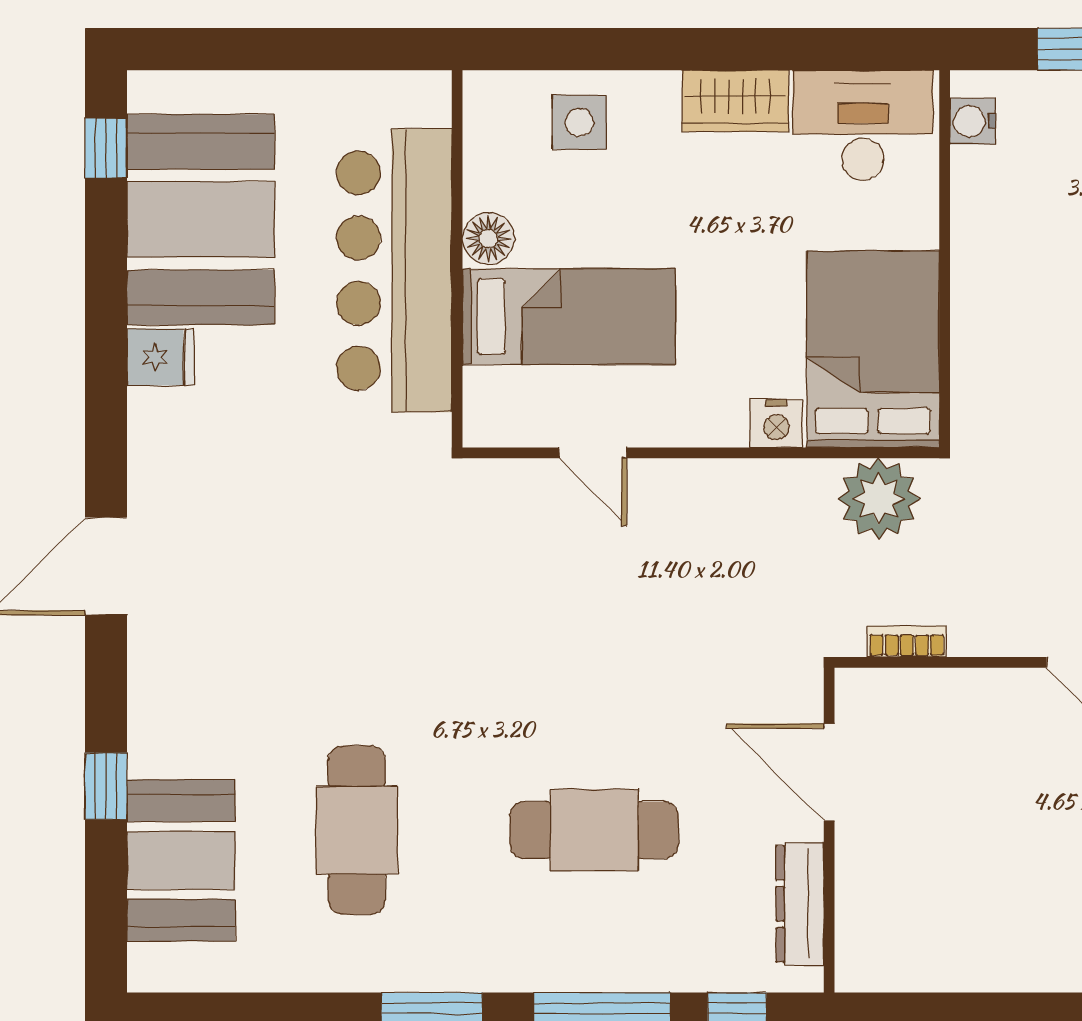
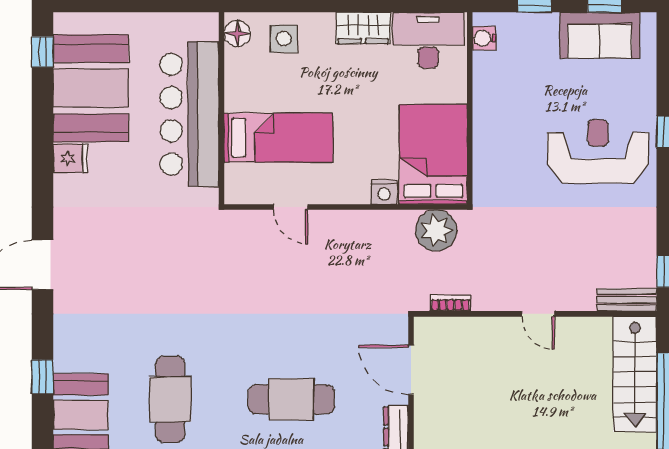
floor lamp: (488, 239) -> (237, 34), moved

